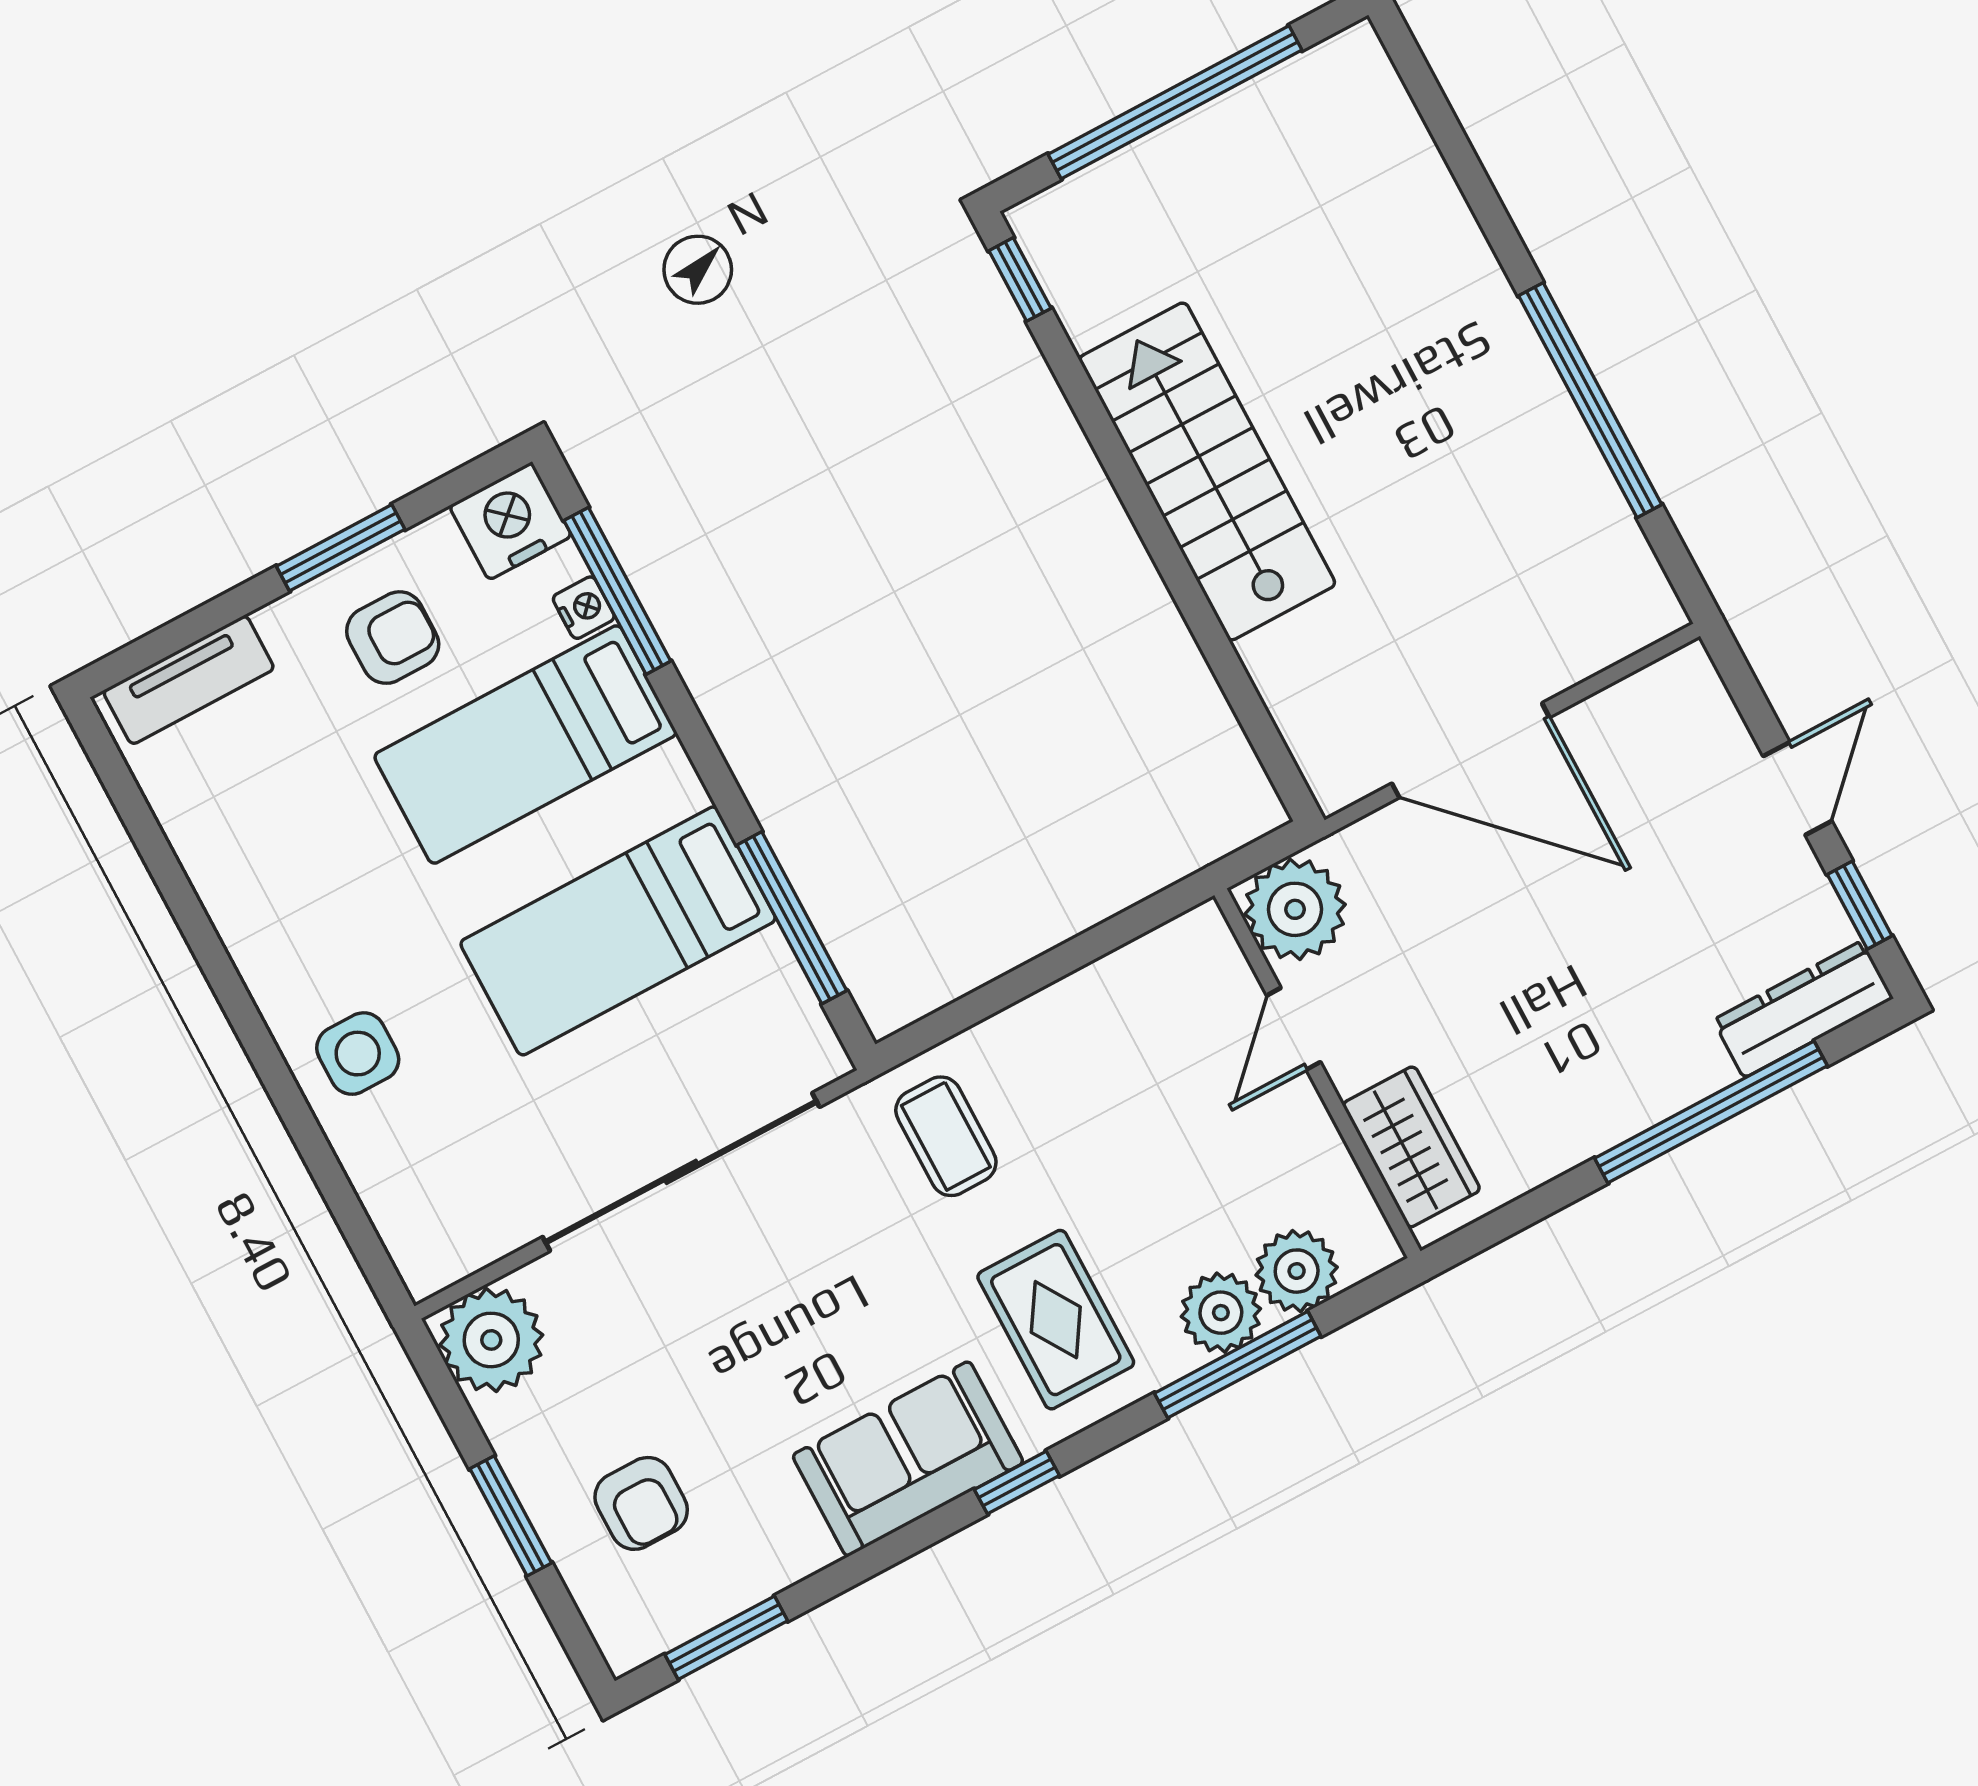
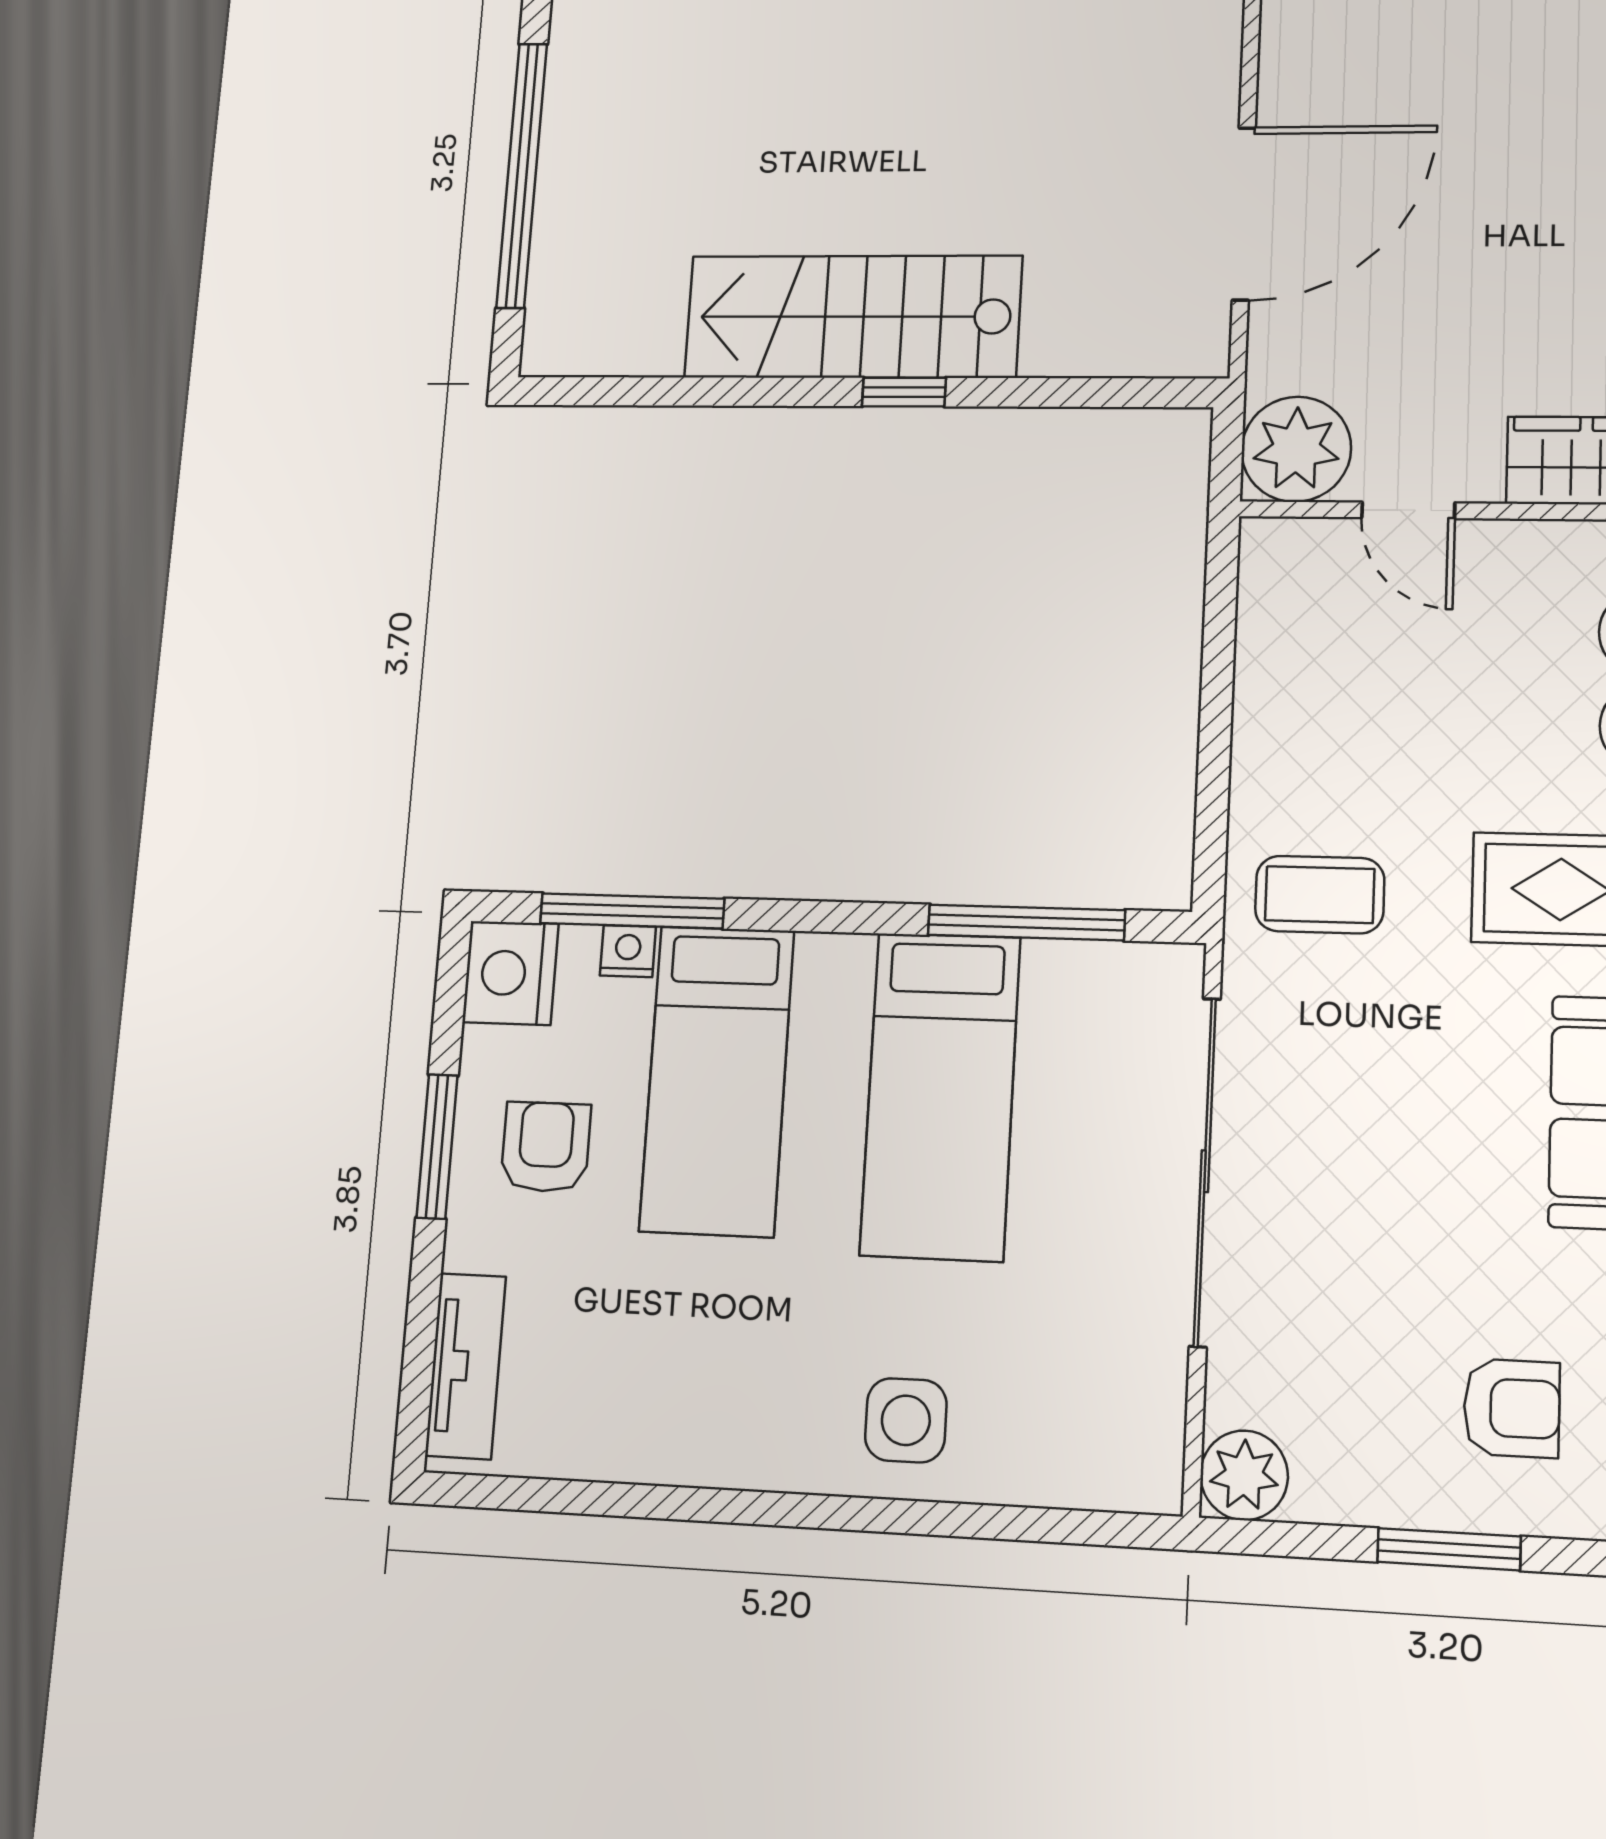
window: (1020, 279) -> (904, 392), moved
plant: (491, 1340) -> (1244, 1475), width x0.73, depth x0.73

